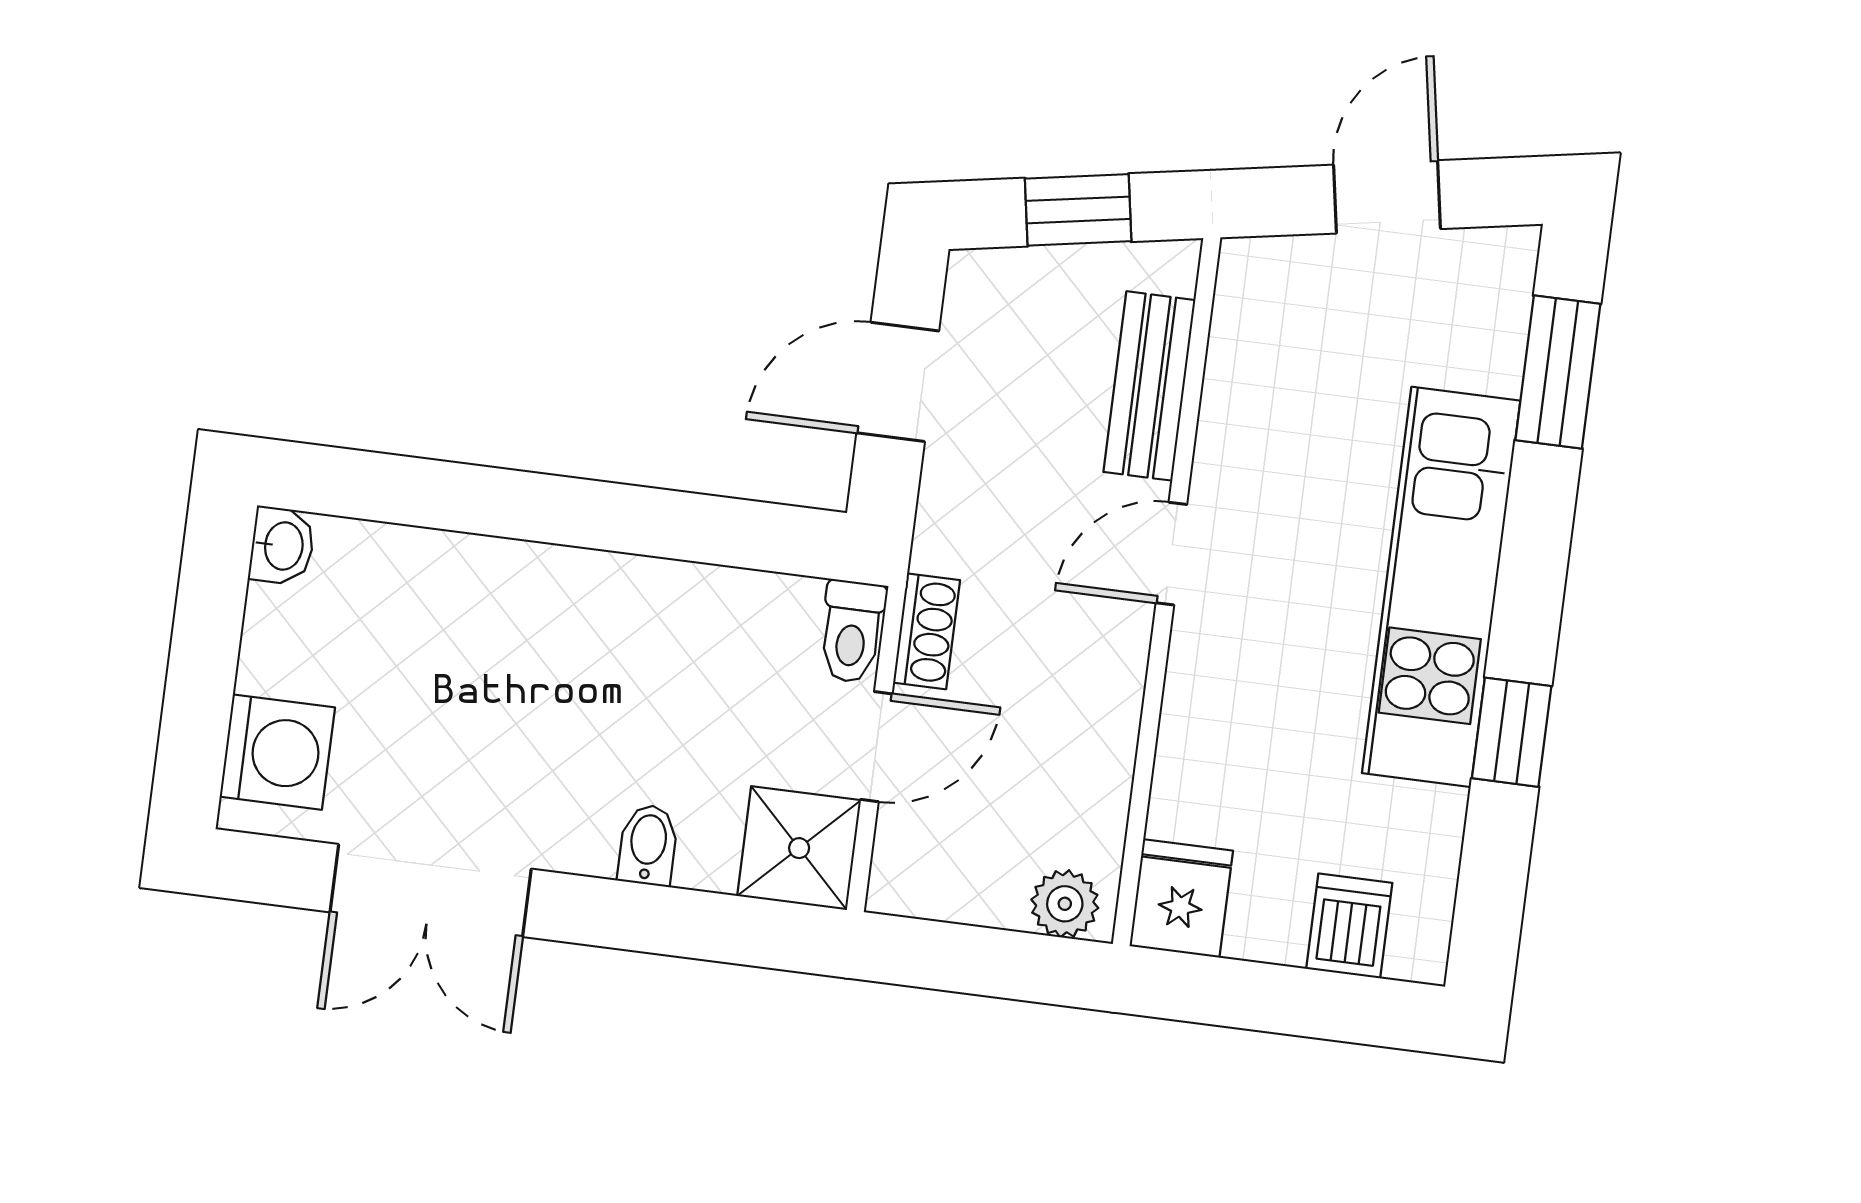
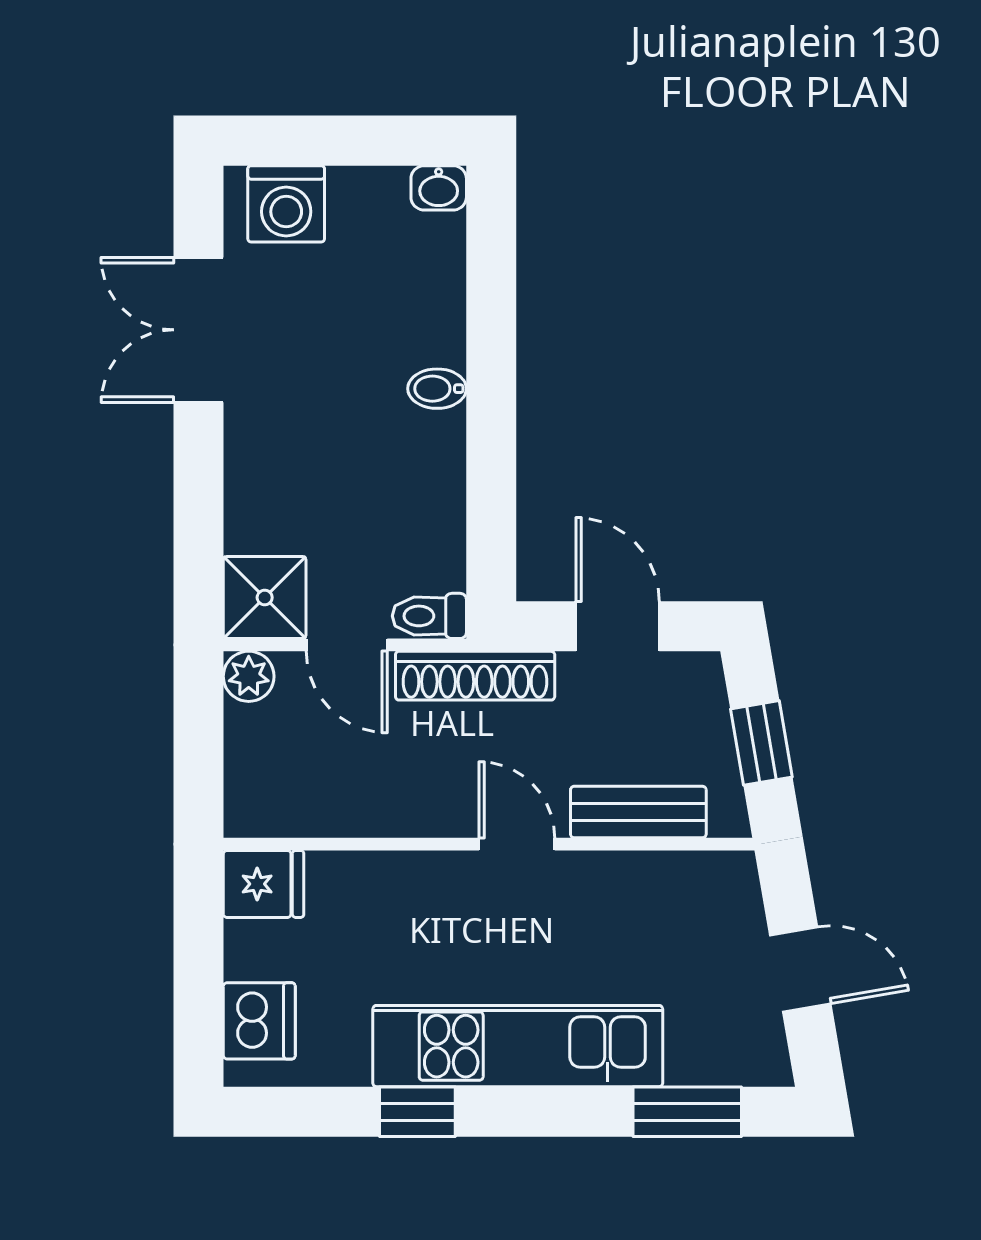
shoe rack: (927, 631) -> (475, 676), width x1.94, depth x1.24
bidet: (648, 845) -> (437, 389), moved, turned 180
plant: (1065, 904) -> (249, 676), moved
dishwasher: (1349, 926) -> (259, 1021), width x1.38

